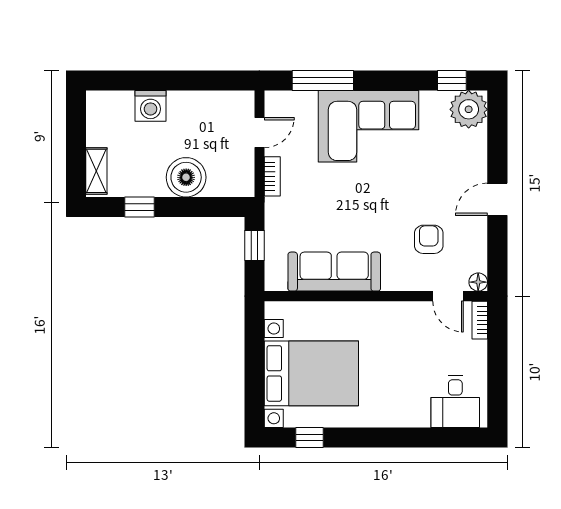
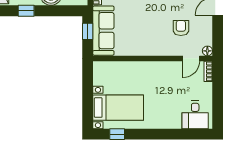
sofa: (334, 272) -> (103, 31), moved, turned 90
door: (448, 296) -> (191, 58), hinge flipped
bed with nightstands: (311, 373) -> (118, 108), width x0.73

